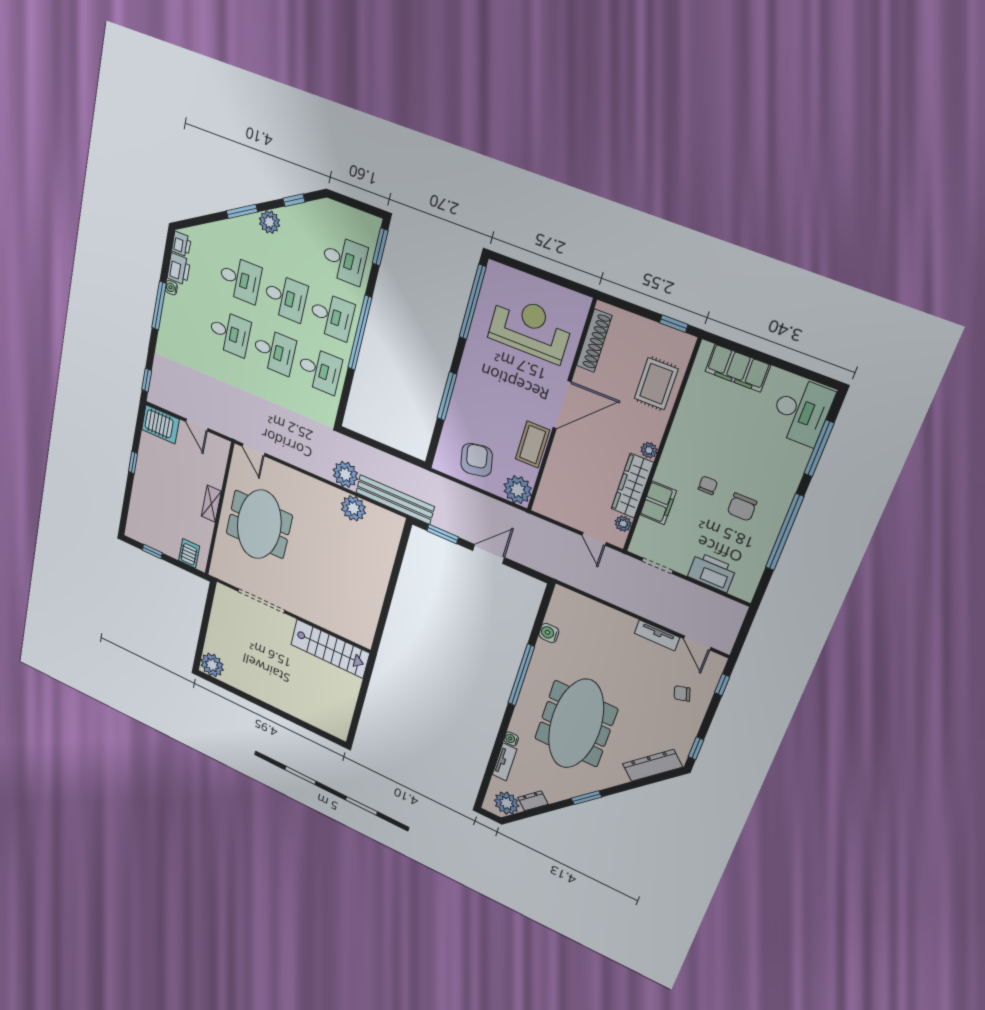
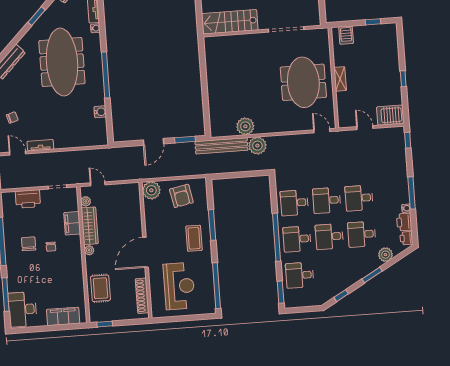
plant: (269, 222) -> (385, 255), moved
reception desk: (530, 328) -> (179, 286), turned -90
coffee table: (532, 445) -> (194, 238), moved

